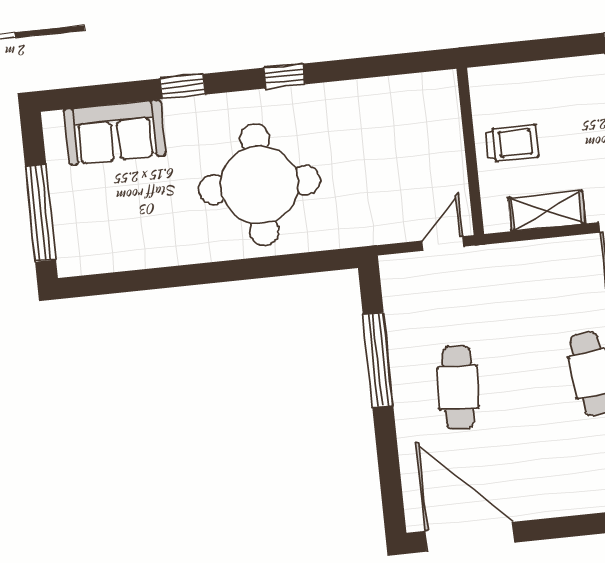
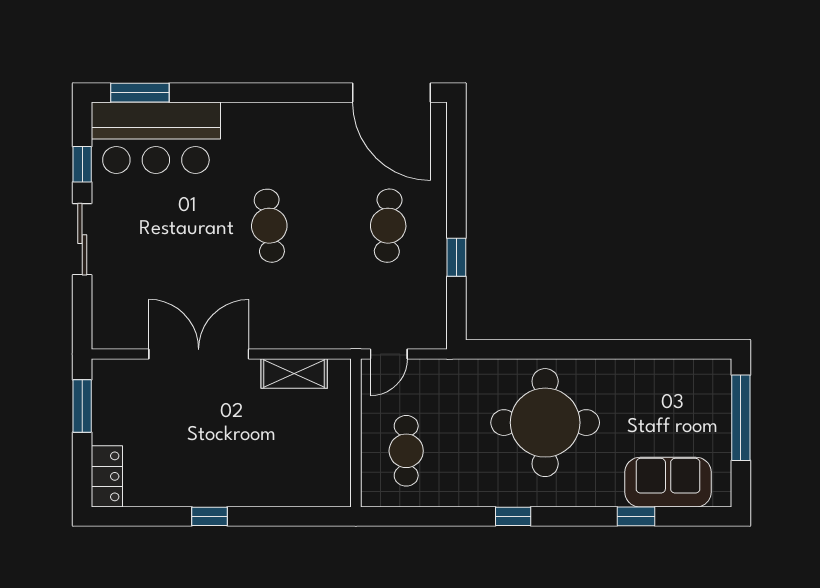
window: (183, 87) -> (636, 516), moved
cafe table: (412, 137) -> (406, 451), added
trolley: (512, 143) -> (318, 436), removed
window: (378, 360) -> (456, 257), width x0.46

